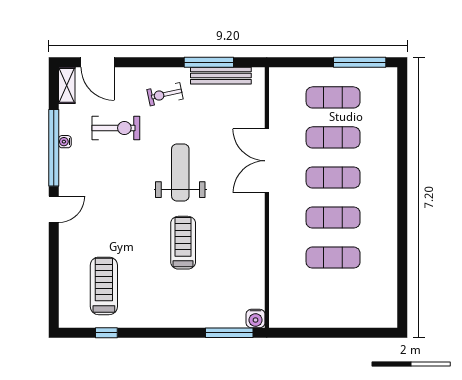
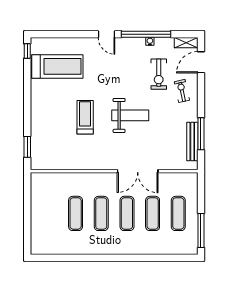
exercise bike: (165, 94) -> (182, 91), moved
double door: (267, 161) -> (138, 171), swing flipped
treadmill: (183, 243) -> (85, 117), turned -90
treadmill: (104, 286) -> (57, 66), width x1.37, depth x1.38
water cooler: (256, 319) -> (36, 164), removed
window: (106, 333) -> (27, 51), moved
window: (229, 333) -> (27, 147), width x0.69

